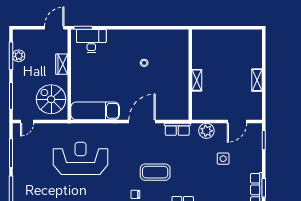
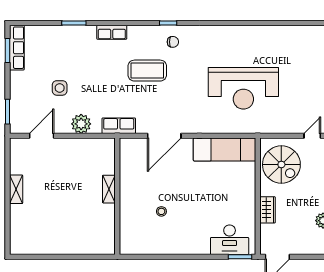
wall: (190, 75) -> (117, 196), moved
shelving: (197, 80) -> (109, 189), moved

